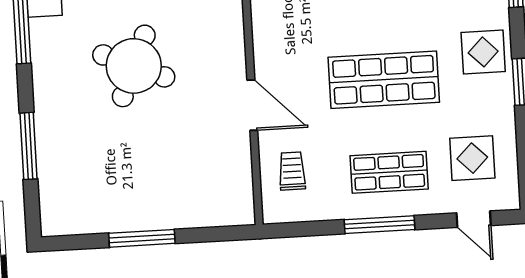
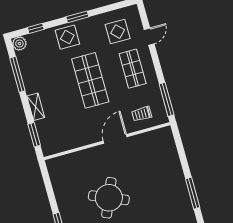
door: (474, 219) -> (149, 37), moved
window: (380, 225) -> (167, 99), moved
window: (142, 238) -> (193, 193), moved

